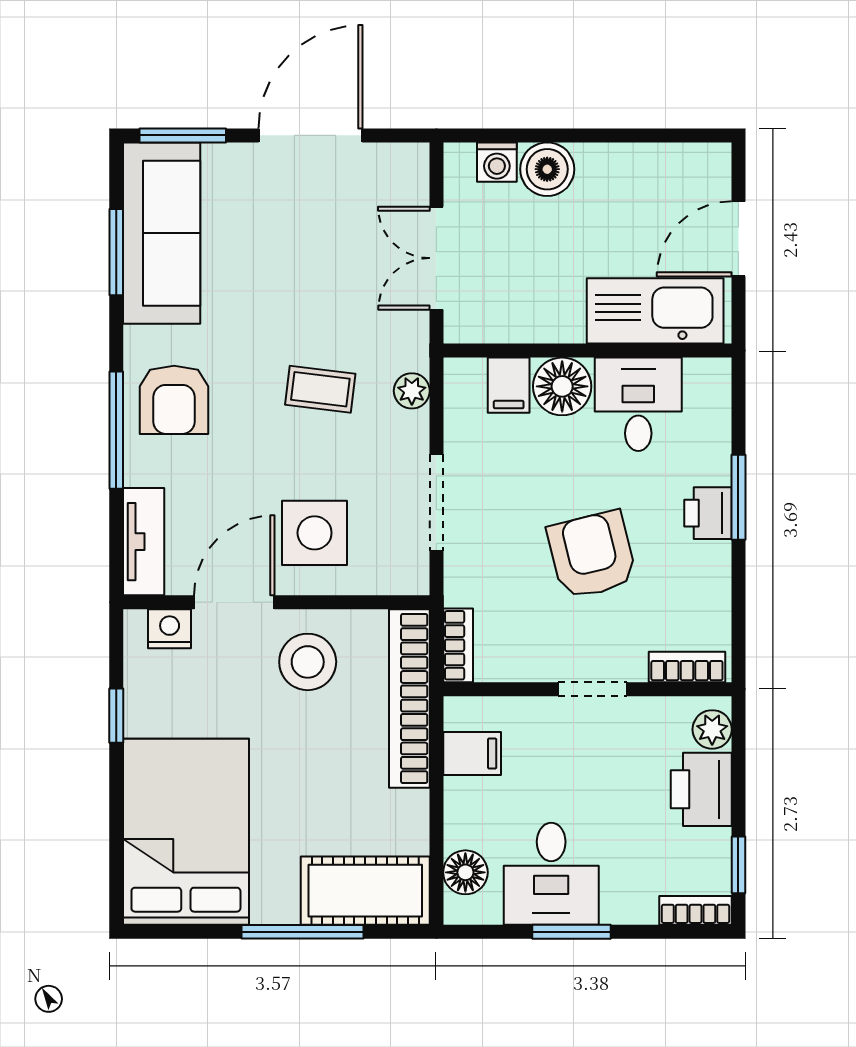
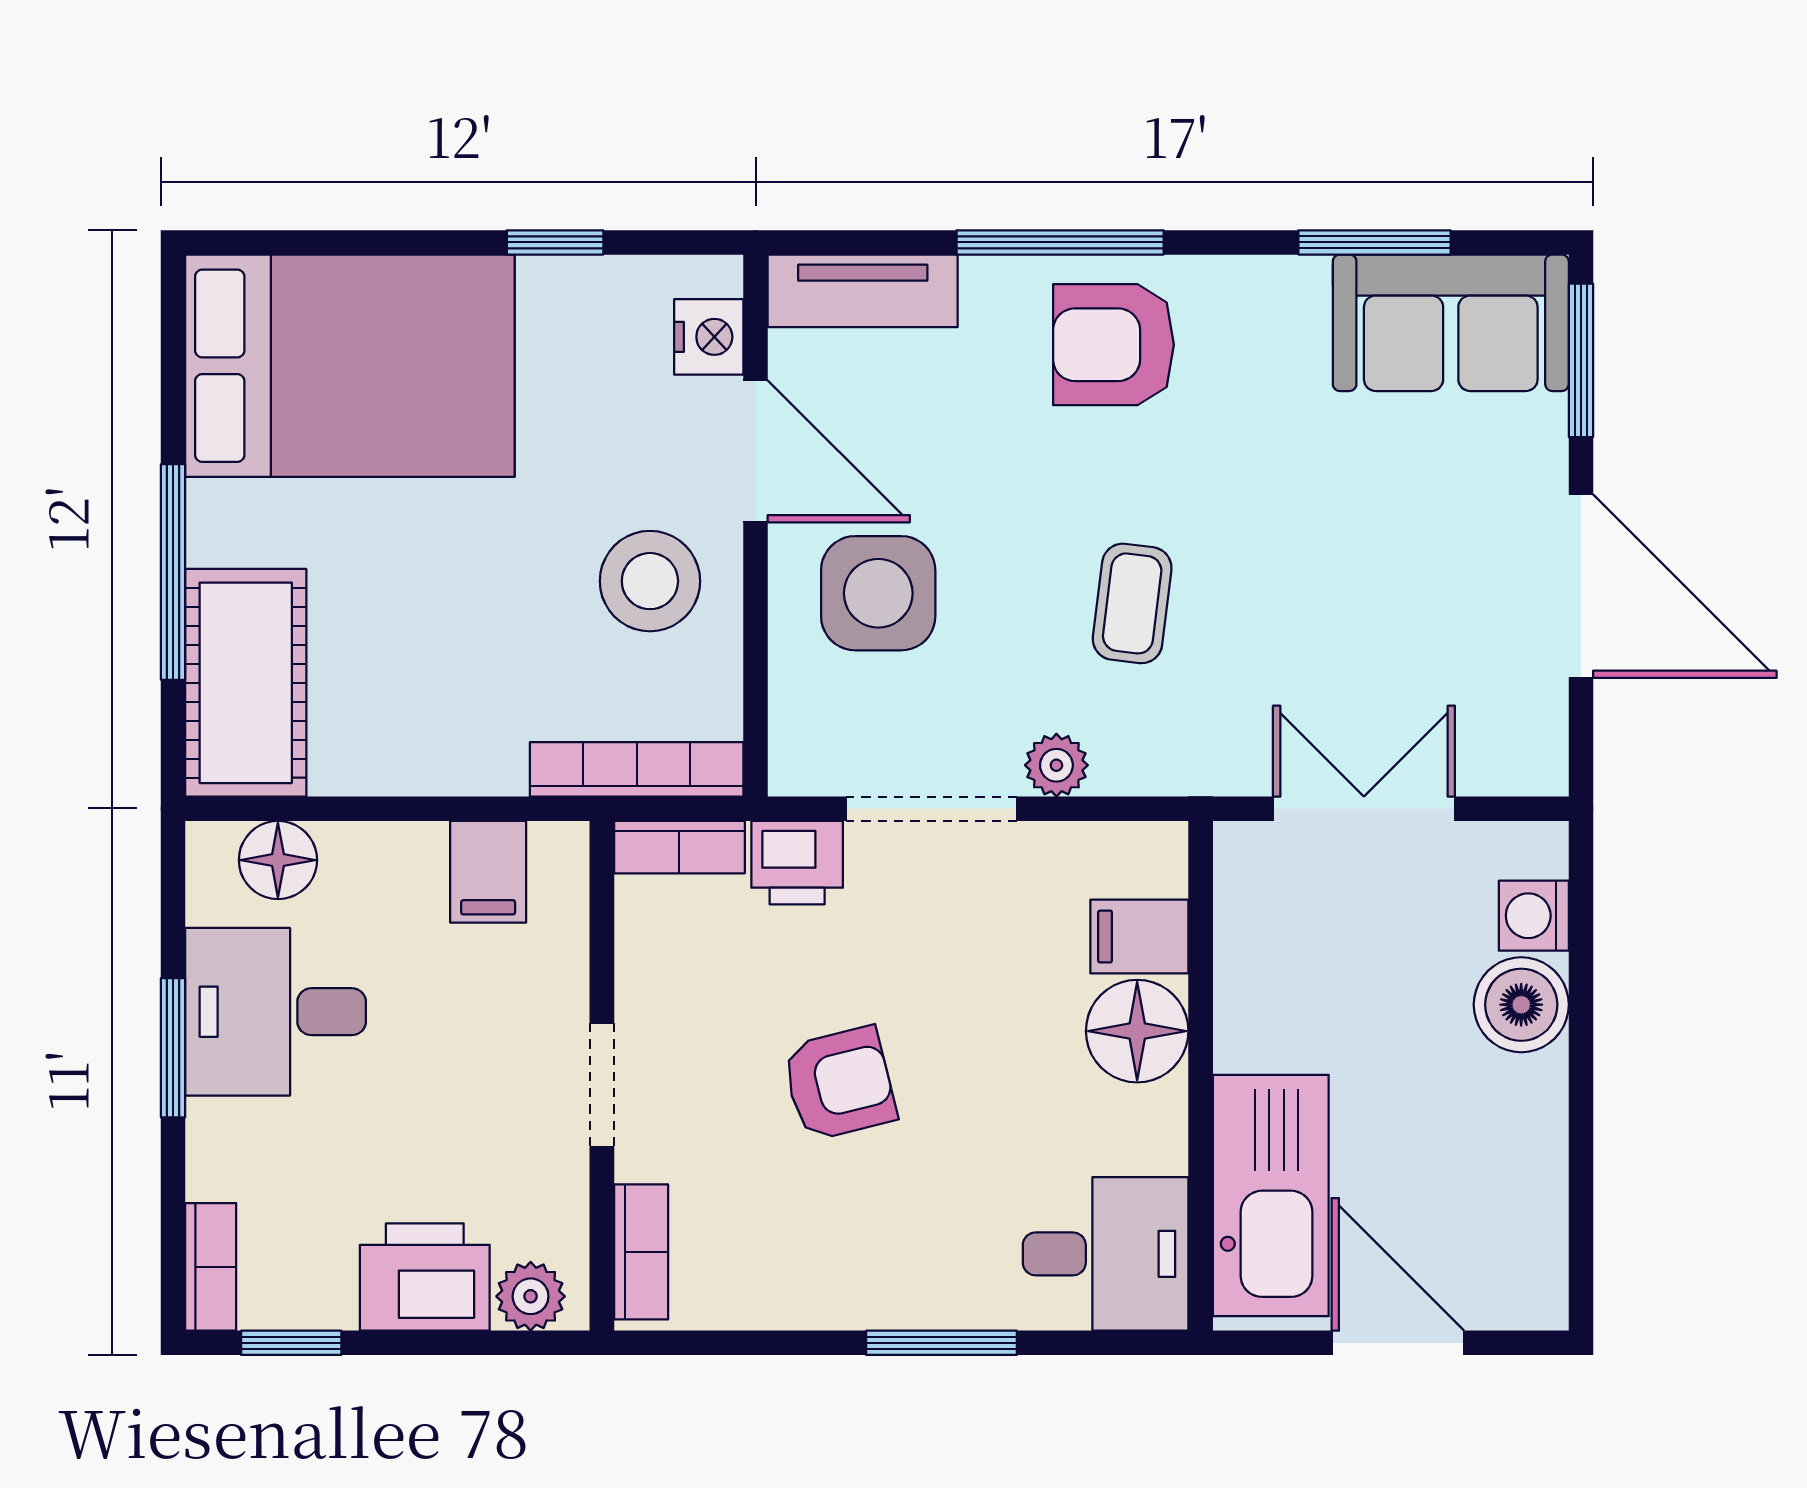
sofa: (162, 233) -> (1451, 323), width x0.73
plant: (412, 391) -> (1056, 765), moved
desk: (638, 404) -> (1106, 1254), moved
printer: (708, 513) -> (797, 863), moved, turned 180
armchair: (592, 555) -> (839, 1084), width x0.72, depth x0.72
bookcase: (409, 698) -> (637, 769), width x0.68, depth x0.76

